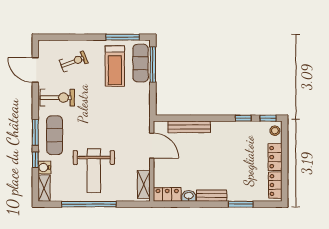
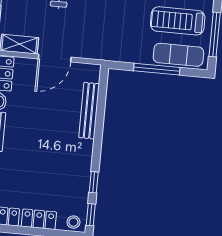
window: (153, 64) -> (157, 69), moved
door: (152, 146) -> (55, 58), moved

